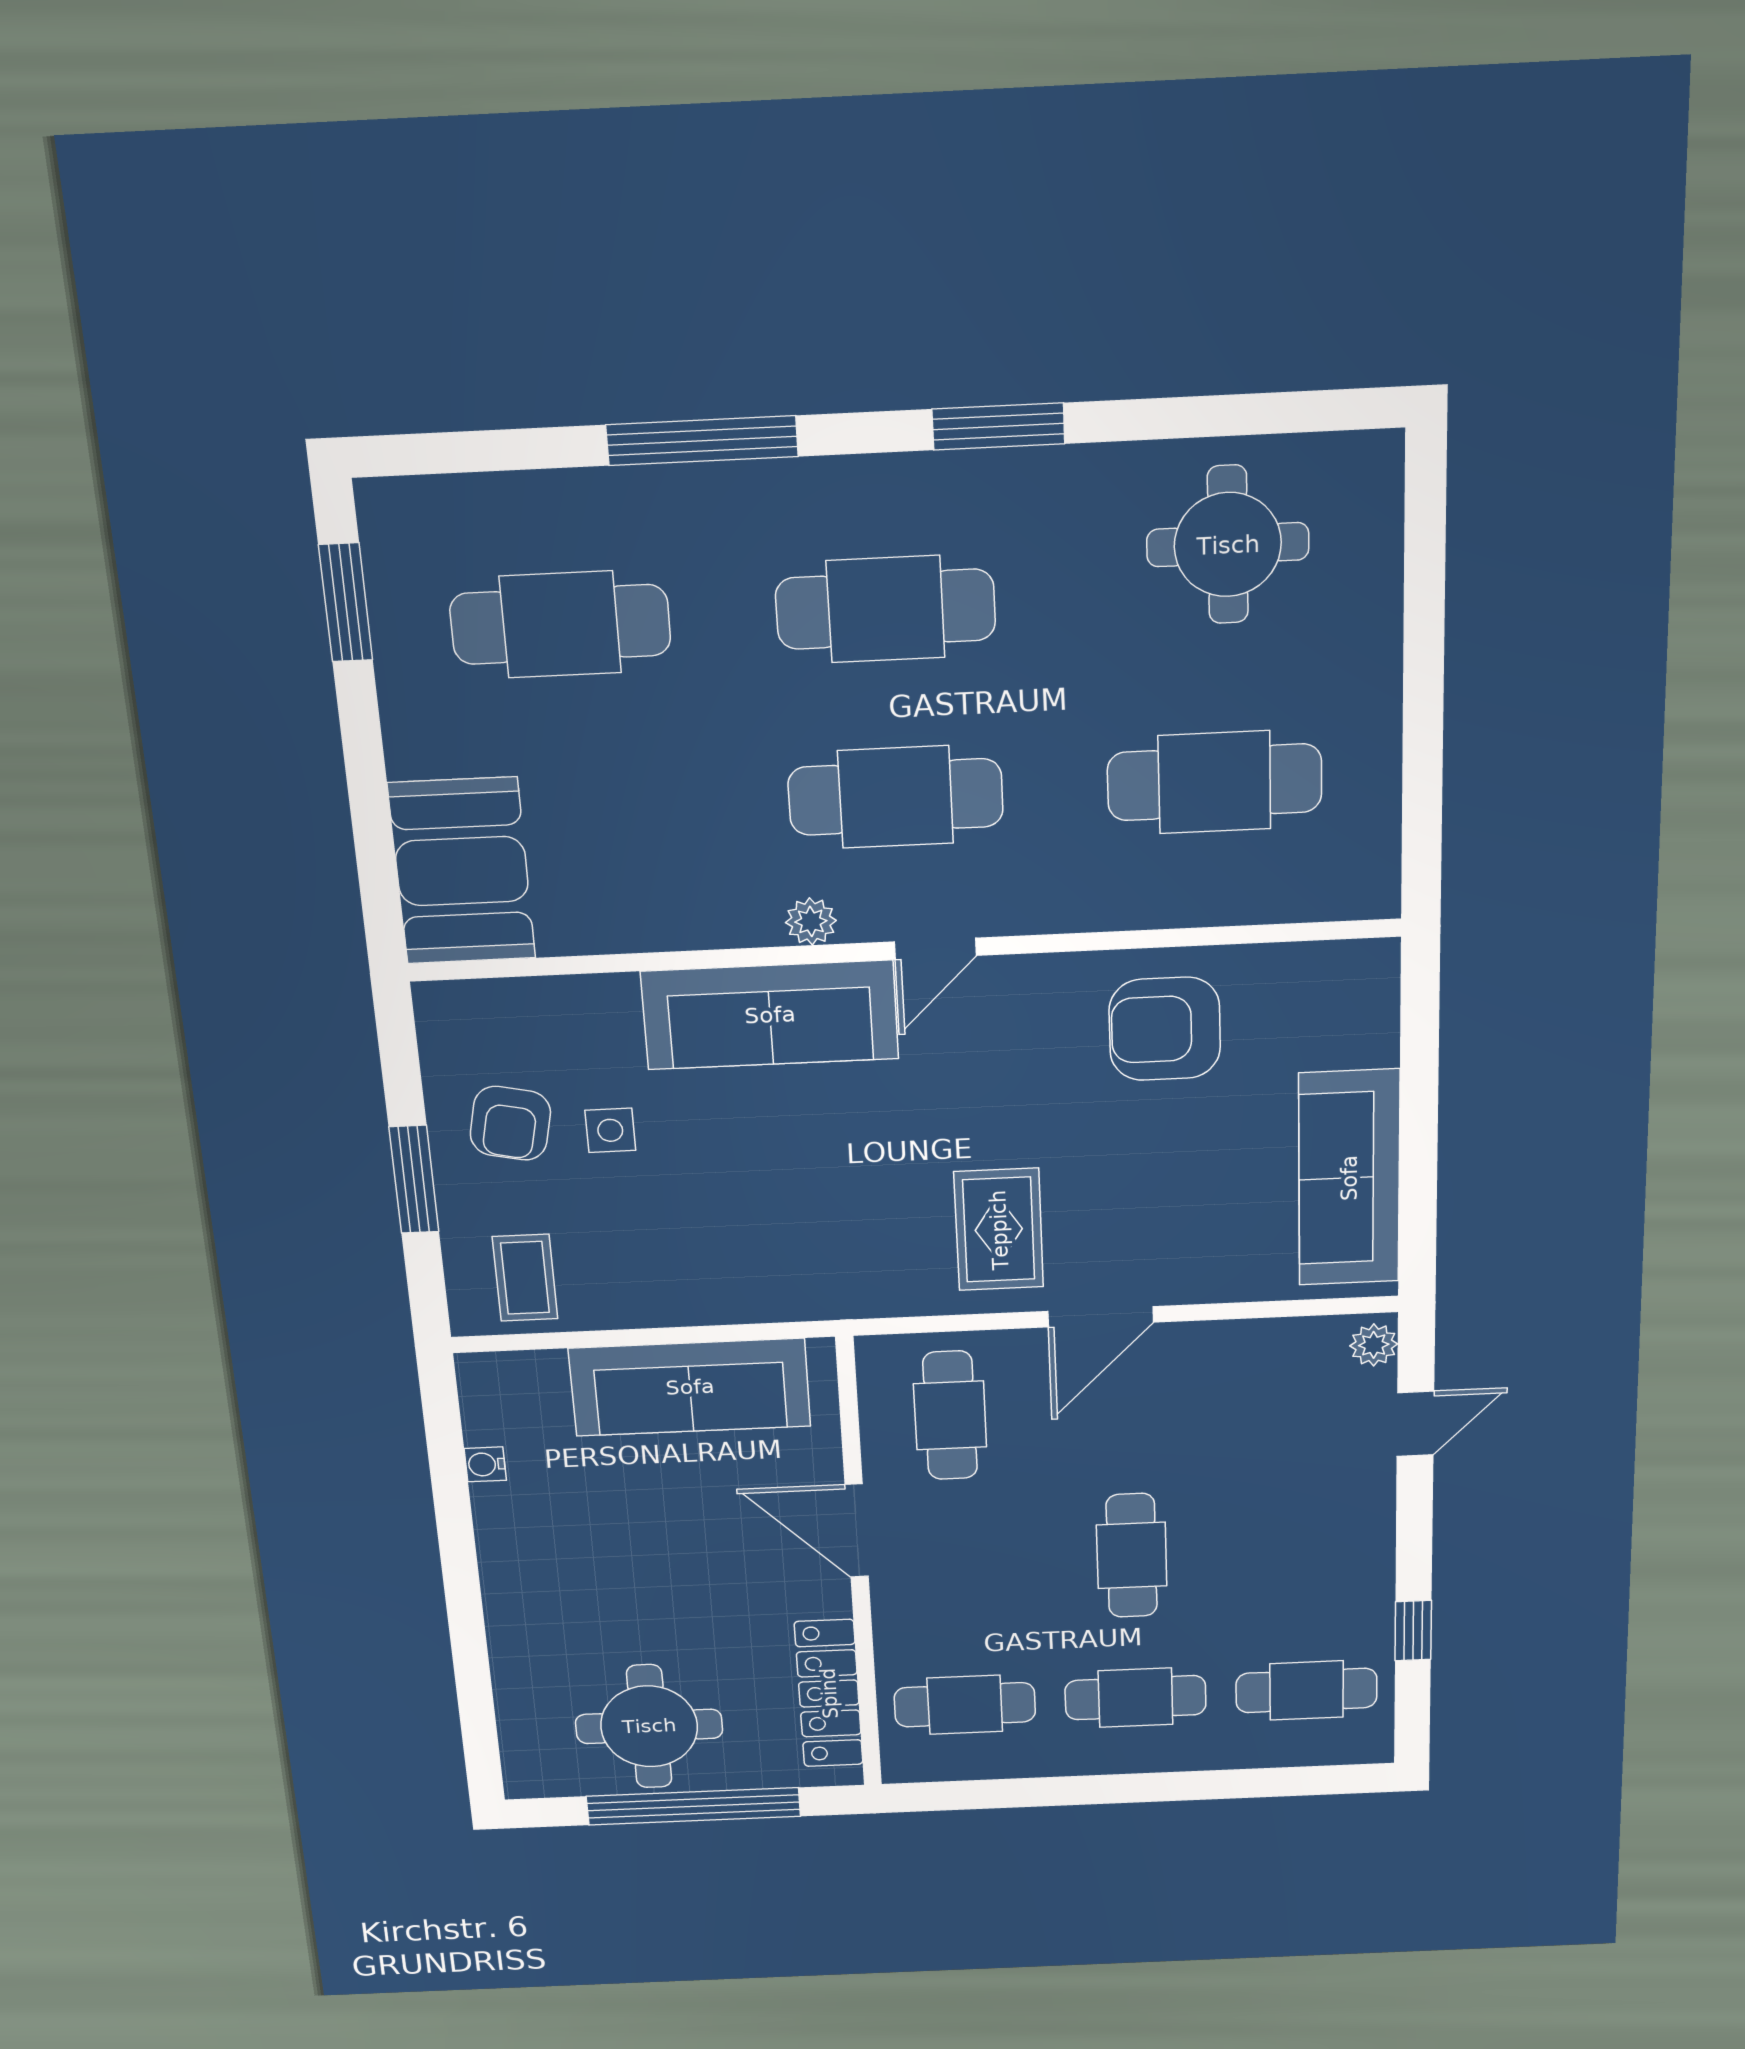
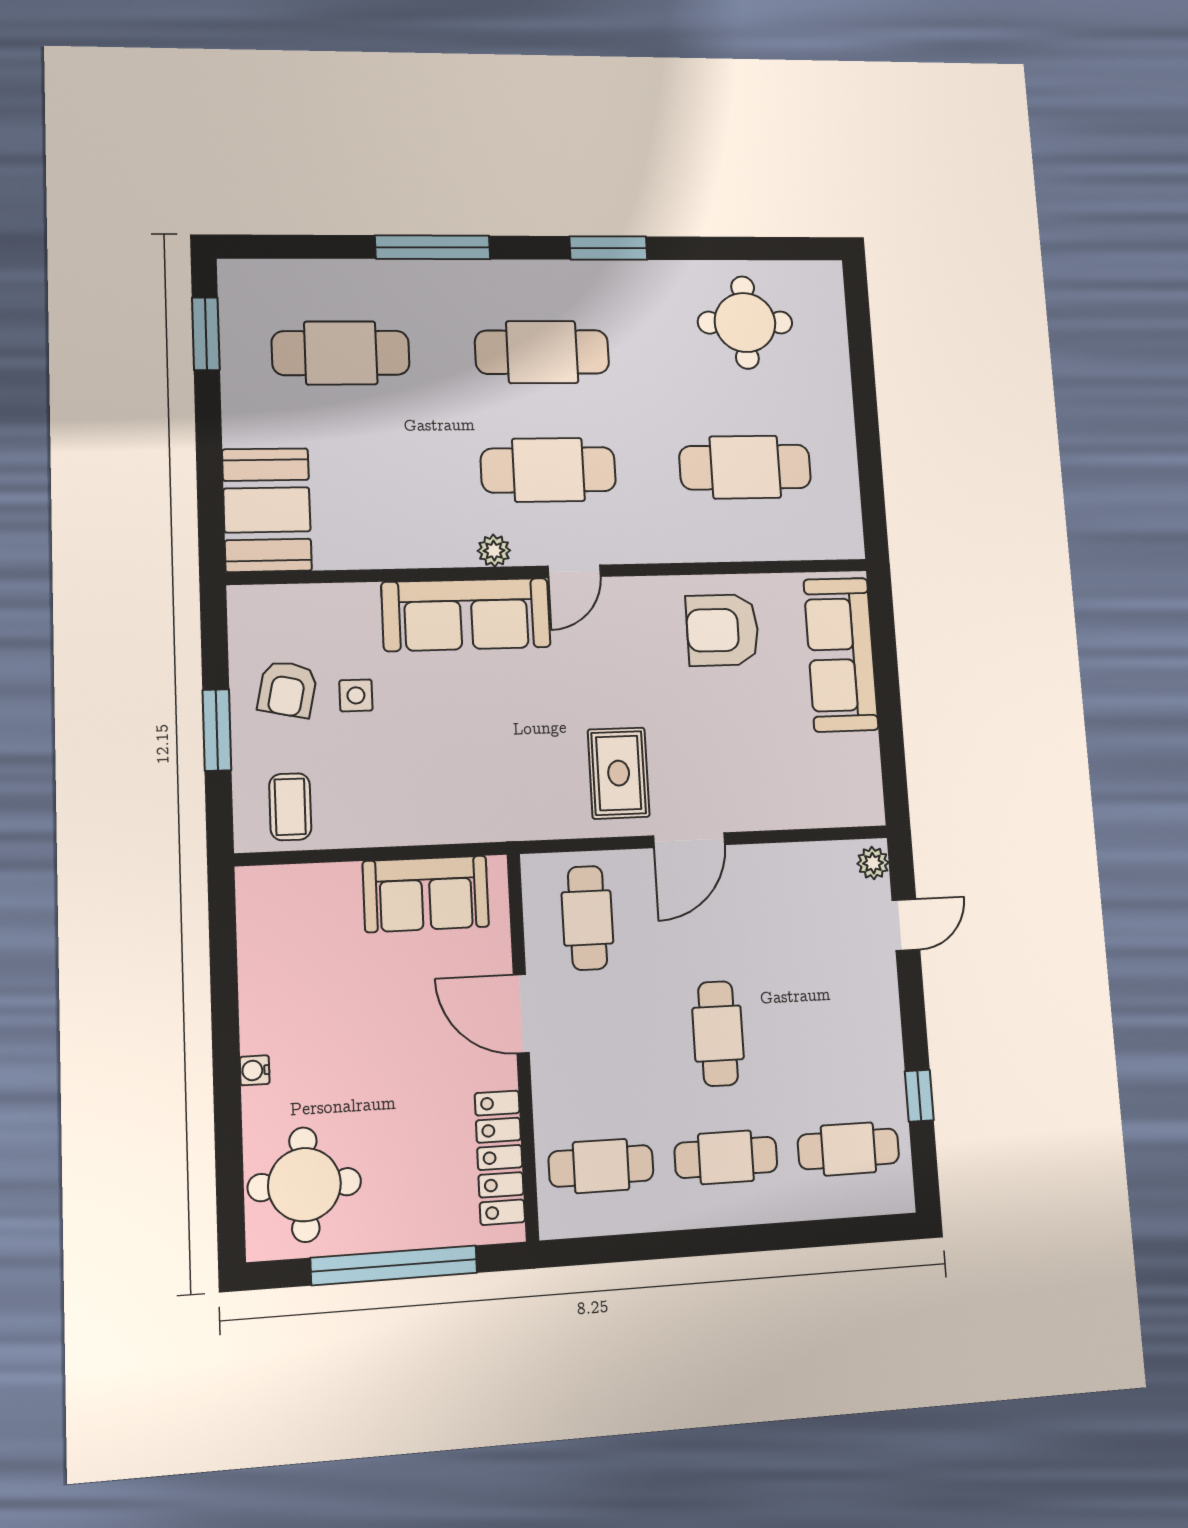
sofa: (1349, 1178) -> (841, 655), moved
sofa: (690, 1387) -> (426, 894), width x0.73
water cooler: (485, 1464) -> (255, 1070), moved
round table: (649, 1726) -> (304, 1185), moved

